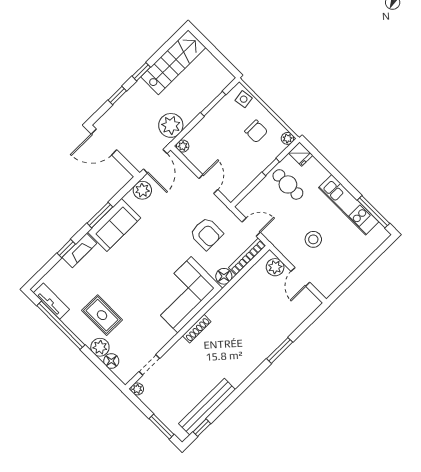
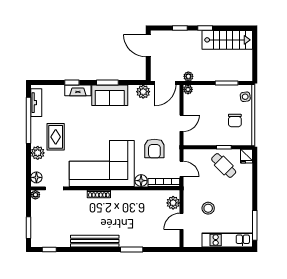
plant: (171, 125) -> (188, 76), width x0.53, depth x0.53
plant: (287, 138) -> (248, 141), removed
cafe table: (288, 184) -> (224, 166), turned -45
kitchen unit: (349, 205) -> (227, 240), moved, turned 90
corner sofa: (184, 295) -> (102, 163), width x1.36, depth x1.36
floor lamp: (111, 361) -> (36, 177), moved
bench: (207, 407) -> (95, 241), moved

